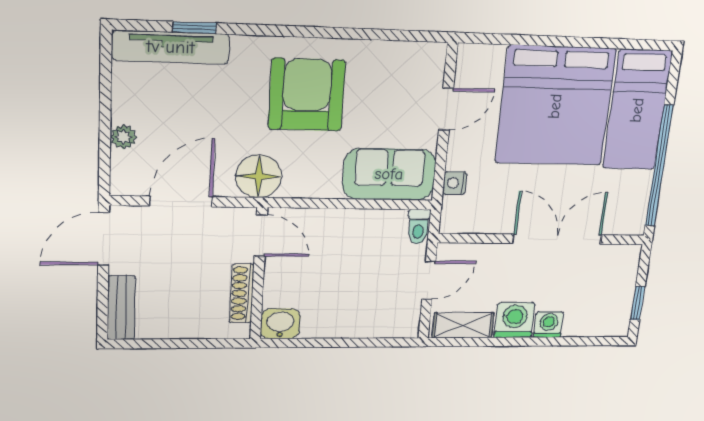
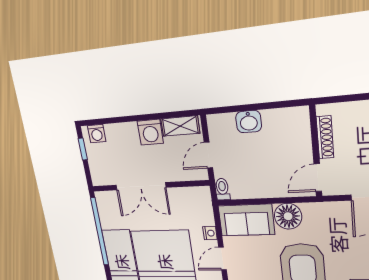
floor lamp: (259, 176) -> (288, 216), moved
nightstand: (455, 183) -> (210, 233), moved
door: (261, 236) -> (318, 178), hinge flipped
washbasin: (280, 324) -> (249, 122), moved
washing machine: (548, 325) -> (97, 134), moved

